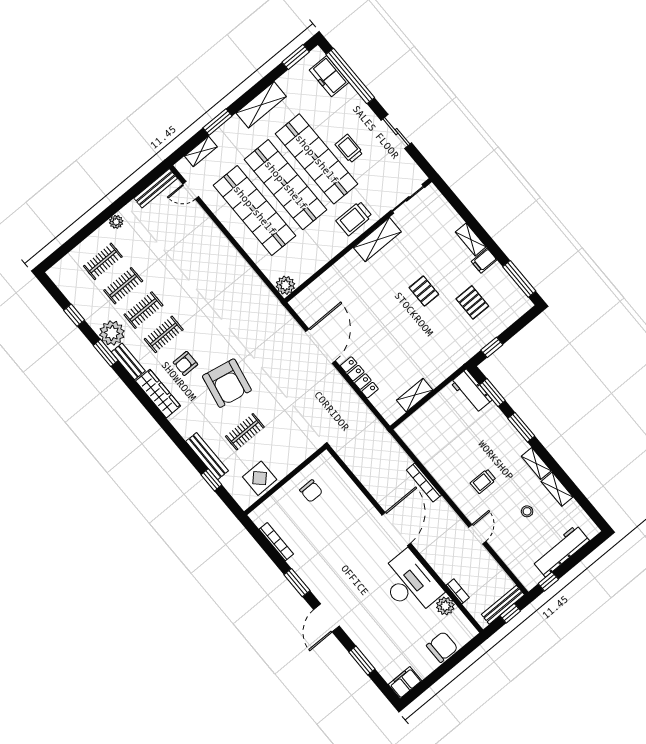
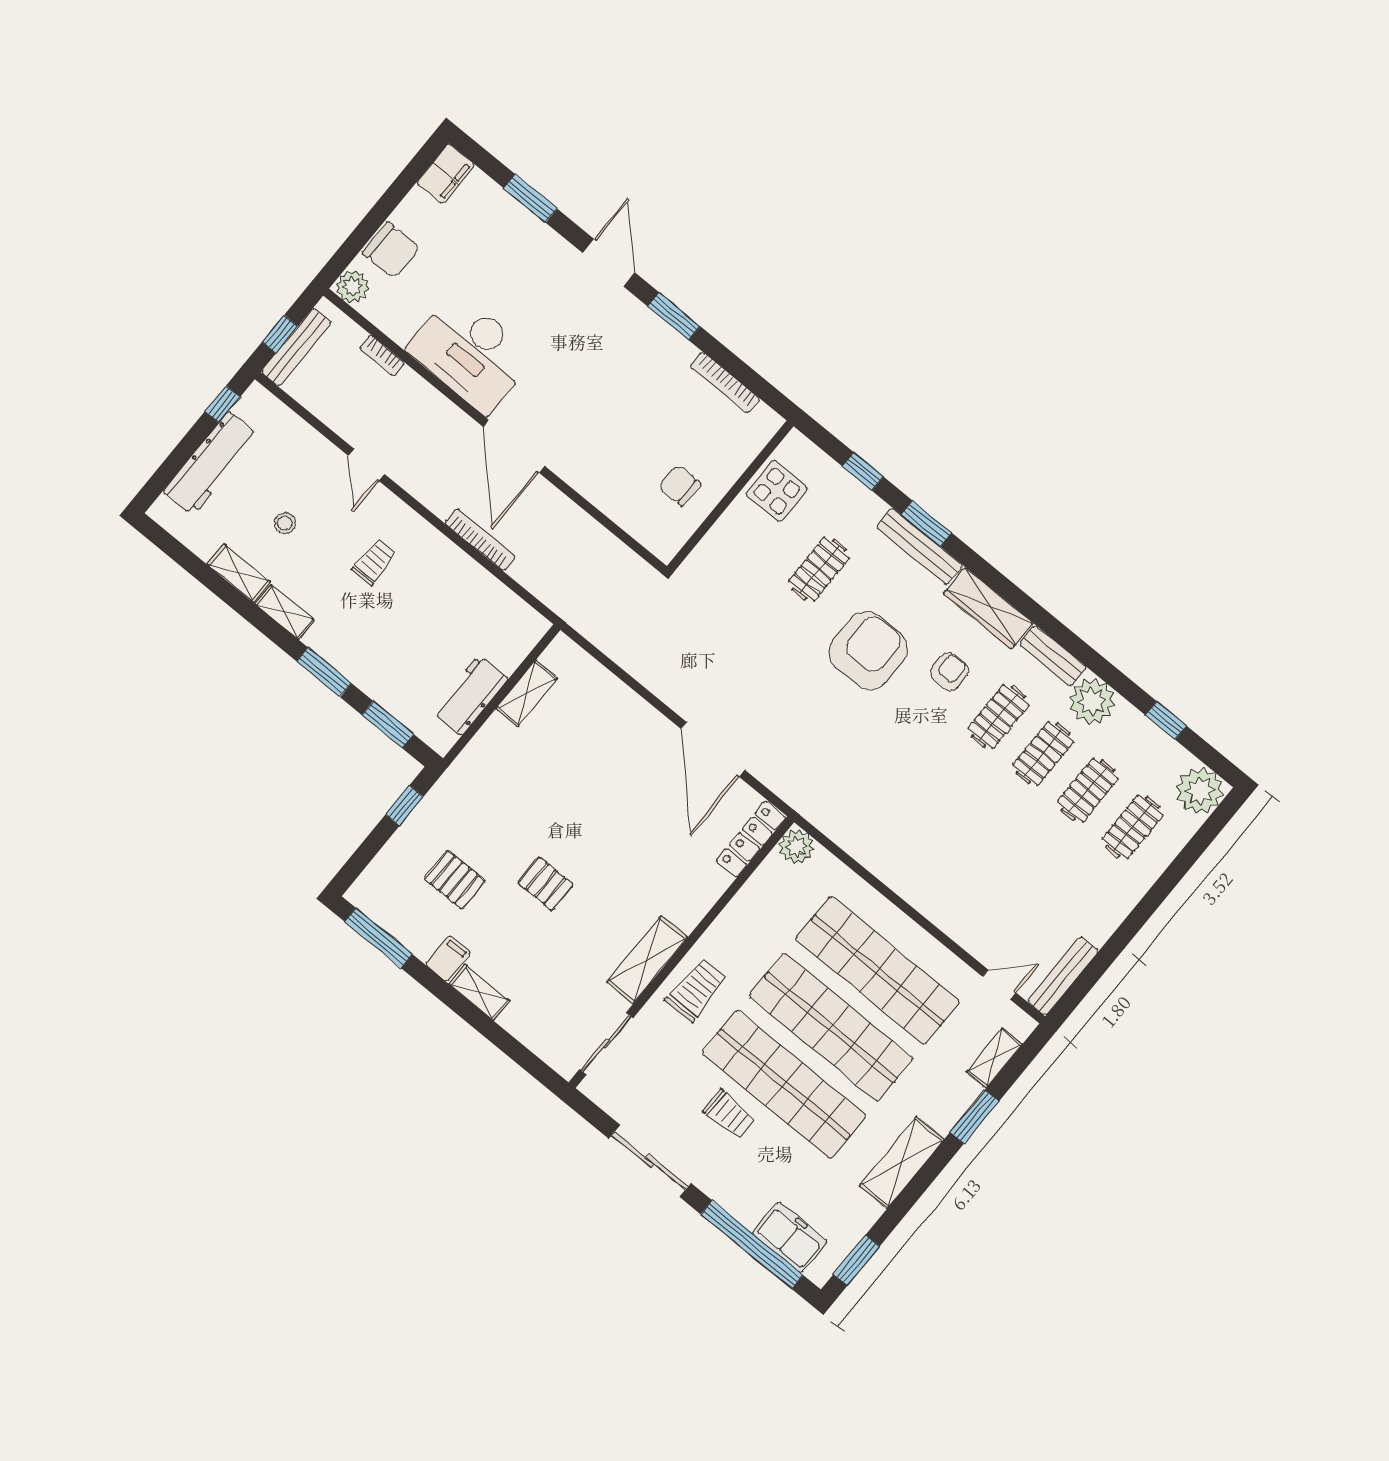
sliding door: (396, 132) -> (650, 1161), width x1.37
plant: (116, 222) -> (1200, 791), moved, width x1.88, depth x1.88
window: (106, 353) -> (927, 524), moved
locker: (359, 377) -> (751, 839), moved, turned 90
armchair: (227, 383) -> (868, 651), turned 79
workbench: (471, 391) -> (470, 695), moved, turned -90
bench: (207, 456) -> (919, 546), moved
plant: (445, 606) -> (352, 286), moved
chair: (442, 647) -> (391, 250), turned -90

